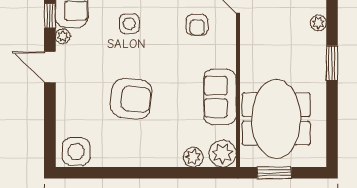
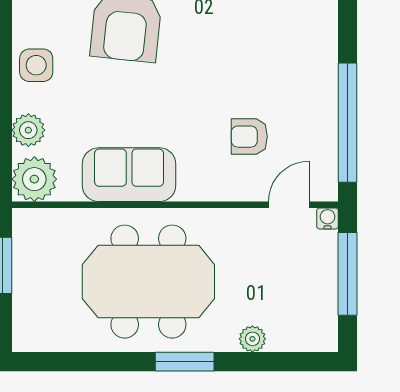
side table: (129, 24) -> (36, 65), moved
meeting table: (276, 119) -> (148, 282), moved

